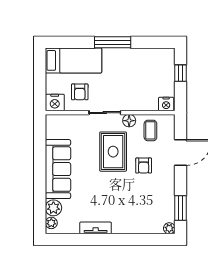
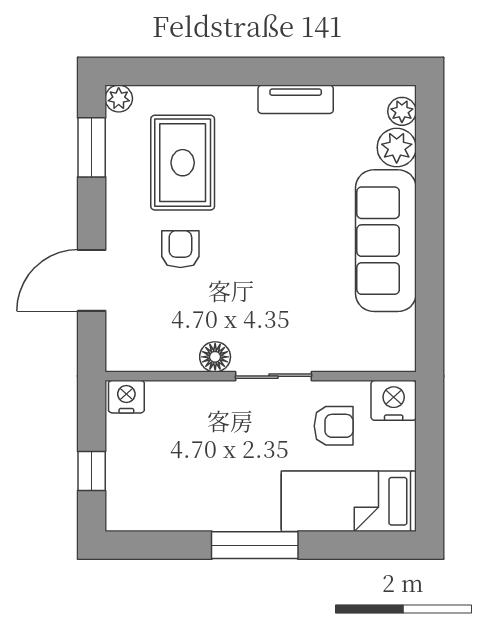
armchair: (80, 92) -> (334, 426), turned 90
coffee table: (150, 130) -> (164, 333), removed
rug: (113, 152) -> (183, 163), moved

